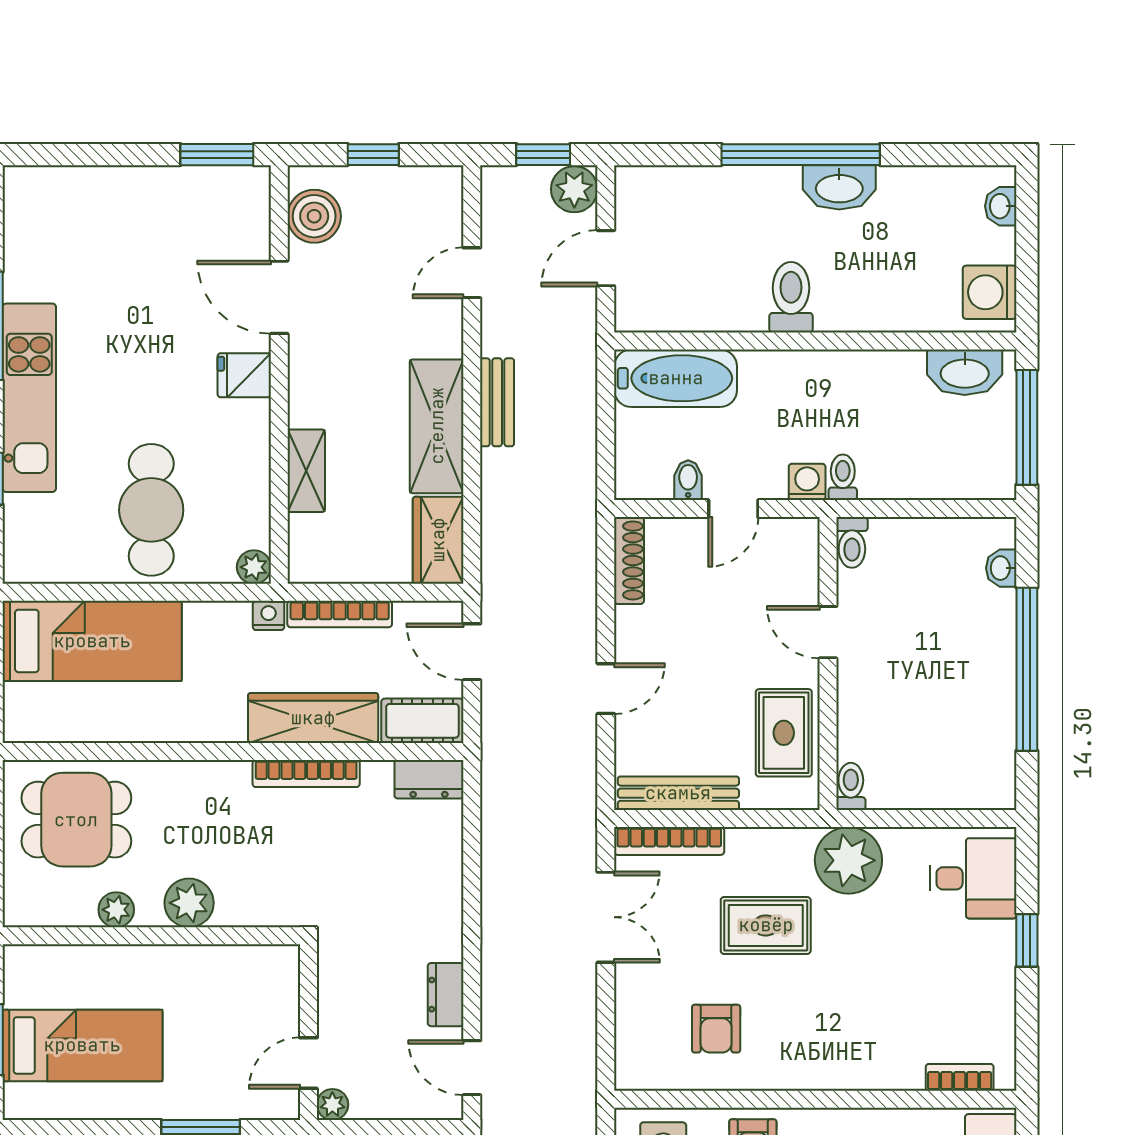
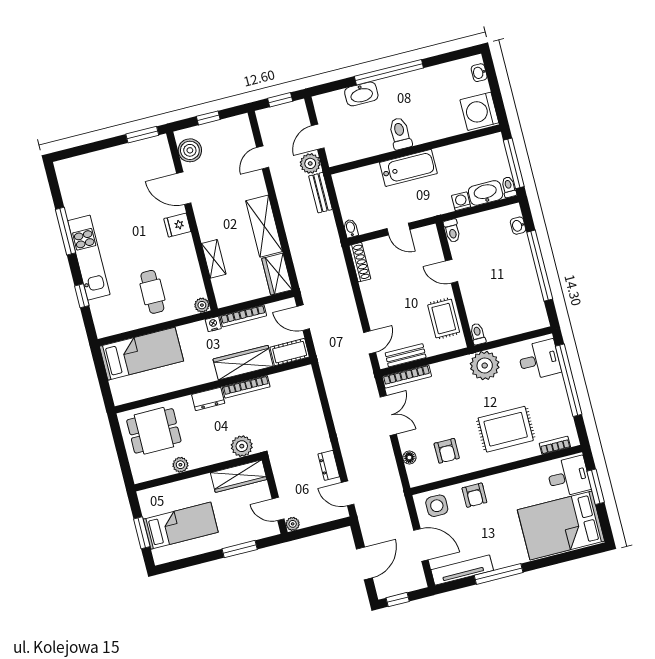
washbasin: (839, 187) -> (361, 94), moved
plant: (574, 189) -> (310, 163), moved
washing machine: (990, 292) -> (479, 111), width x1.37, depth x1.37
washbasin: (965, 372) -> (486, 193), moved, turned 180
bathtub: (676, 378) -> (408, 168), moved
bench: (497, 402) -> (320, 193), moved
toilet: (843, 477) -> (509, 187), moved
bidet: (688, 480) -> (351, 228), moved
washing machine: (807, 482) -> (461, 201), moved
door: (733, 509) -> (398, 229), hinge flipped
cafe table: (151, 510) -> (152, 292), width x0.73, depth x0.74
door: (606, 689) -> (370, 342), moved
dresser: (429, 779) -> (208, 399), moved
bench: (678, 793) -> (406, 355), width x0.73
plant: (189, 903) -> (242, 446), moved
rug: (766, 925) -> (506, 429), moved, width x1.36, depth x1.43
window: (1027, 940) -> (569, 380), width x3.17
wardrobe: (239, 968) -> (239, 476), added
floor lamp: (629, 1022) -> (409, 457), added
door: (308, 1063) -> (278, 509), hinge flipped

